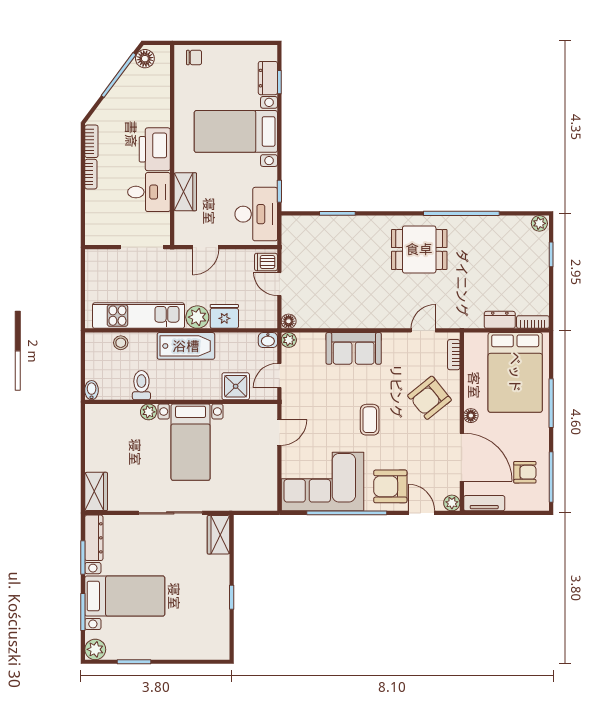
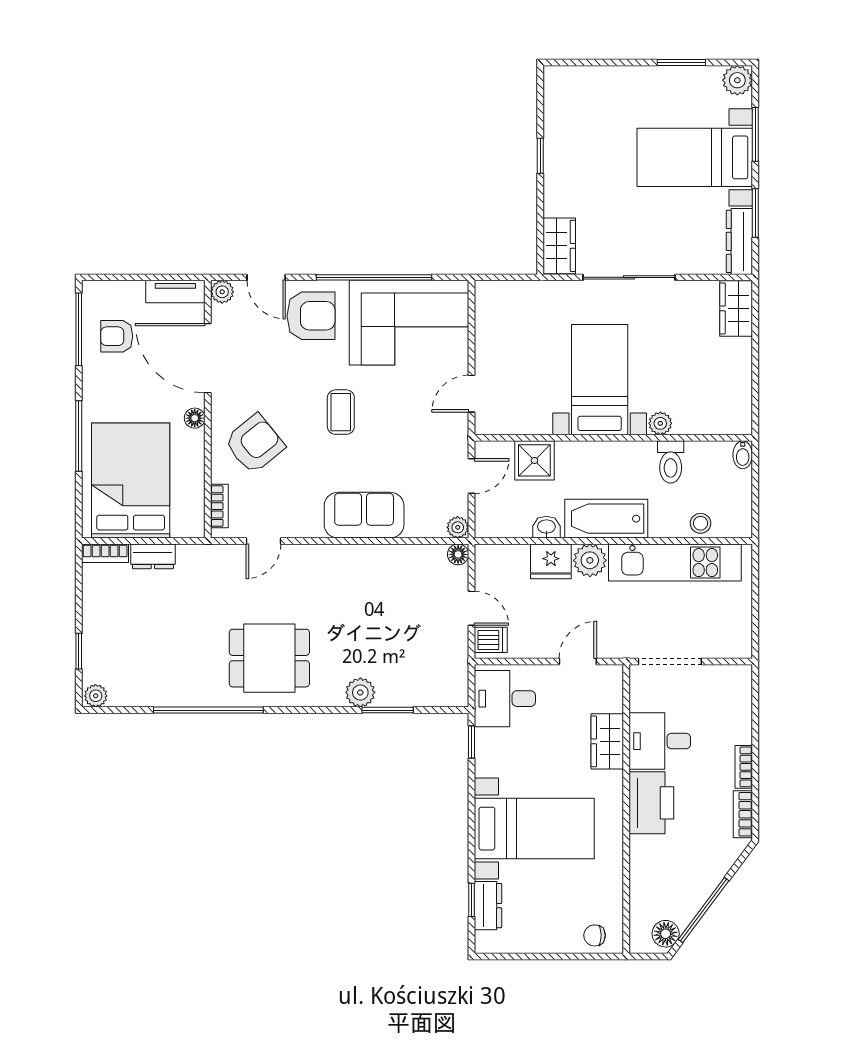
desk: (256, 214) -> (505, 699), width x0.73
plant: (356, 226) -> (360, 692), added
washbasin: (268, 340) -> (546, 527), moved

